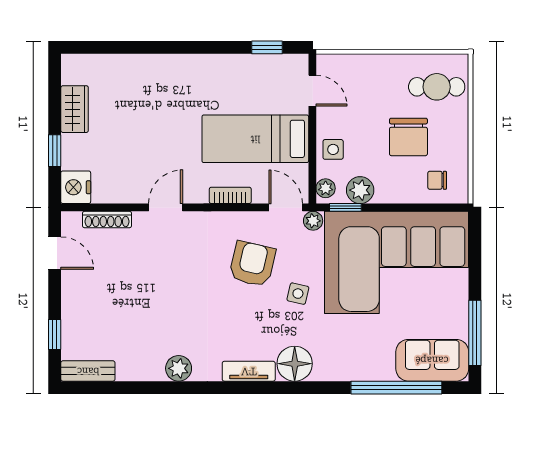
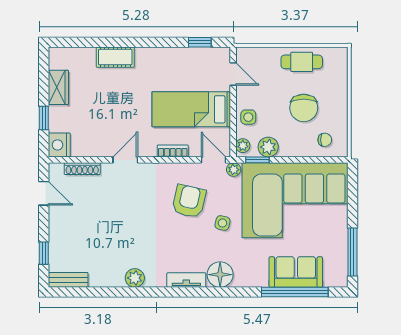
cot: (152, 68) -> (115, 57), added
cafe table: (437, 87) -> (302, 62), moved
chair: (437, 180) -> (325, 140), turned 180
sofa: (432, 360) -> (296, 272), moved

